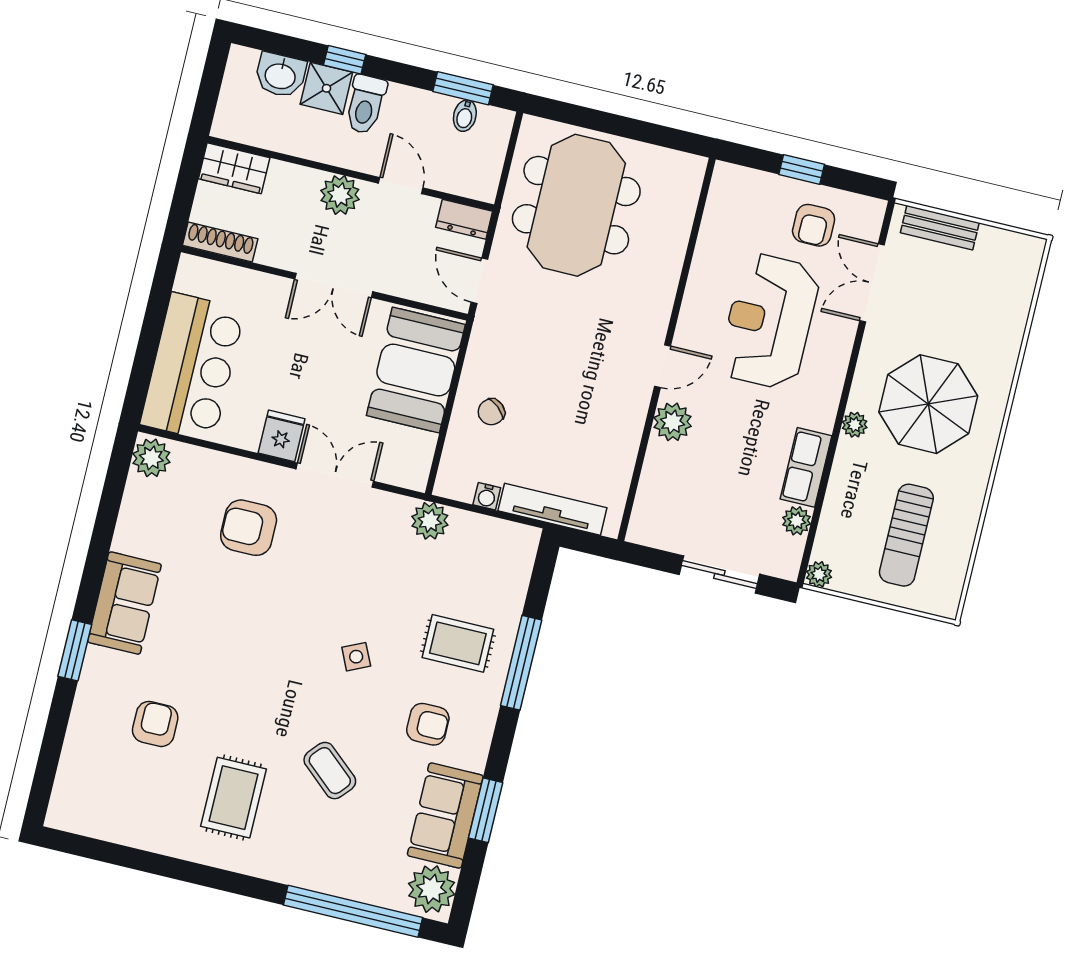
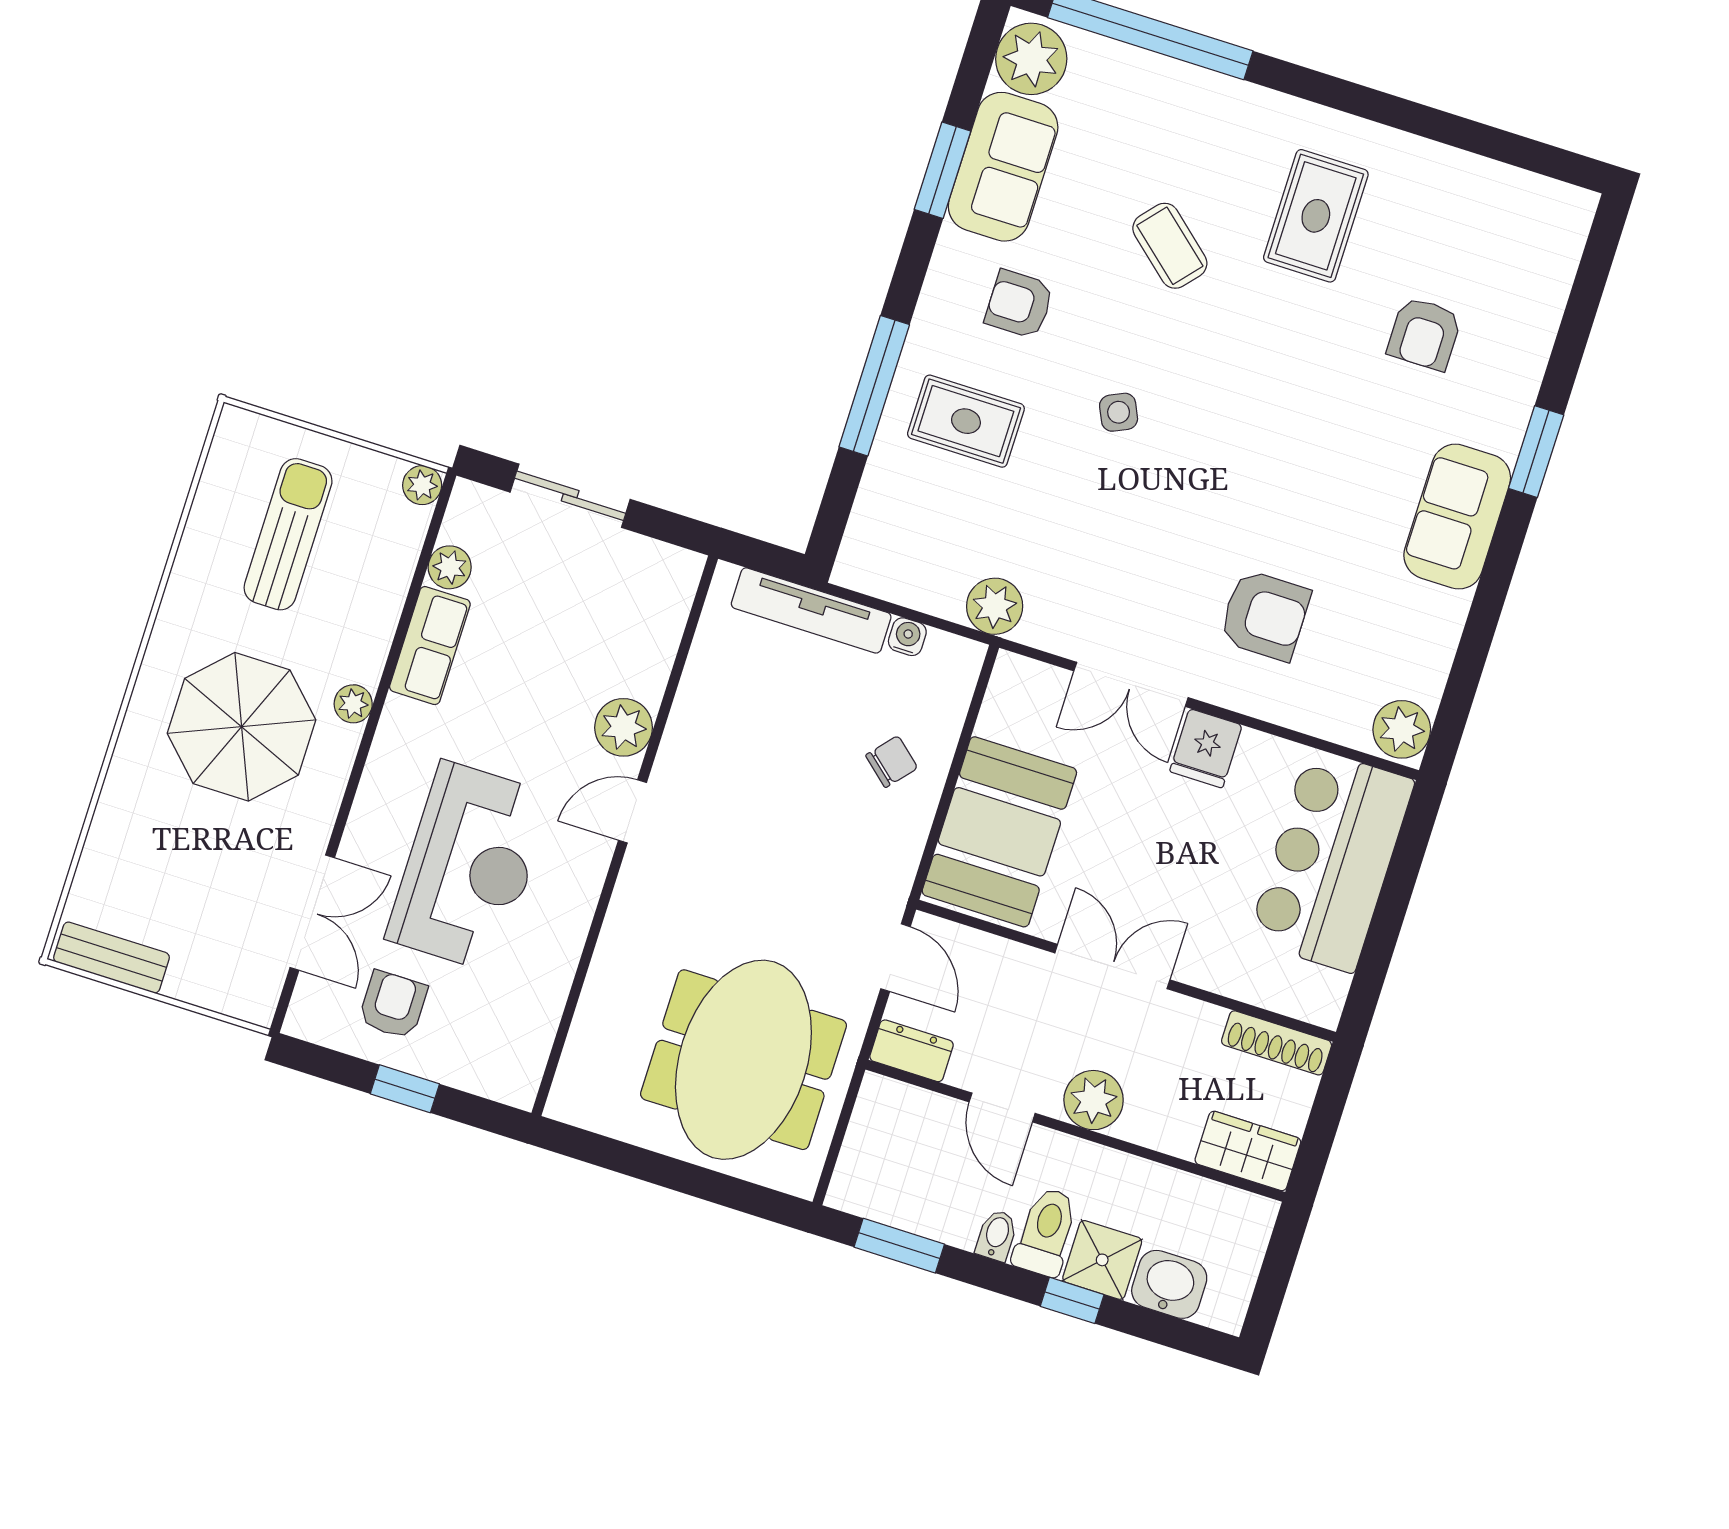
bidet: (465, 116) -> (997, 1235), moved
bench: (940, 228) -> (111, 958), moved

